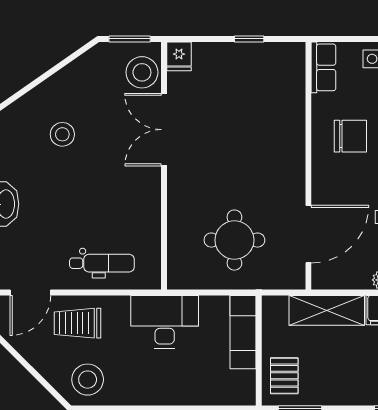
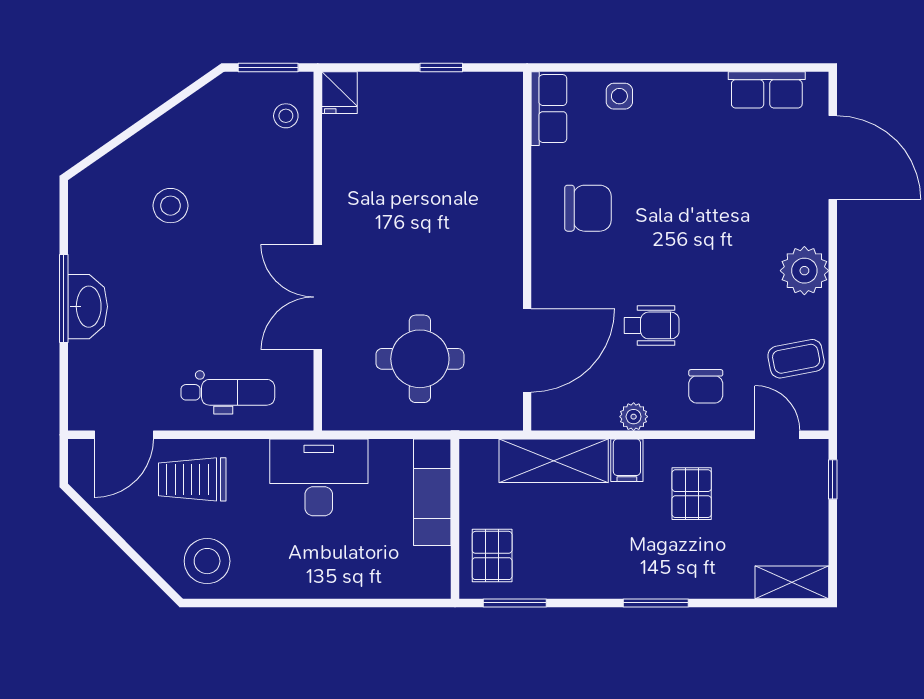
stool: (142, 72) -> (286, 116), width x0.53, depth x0.53
double door: (164, 130) -> (318, 297), moved

